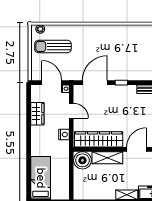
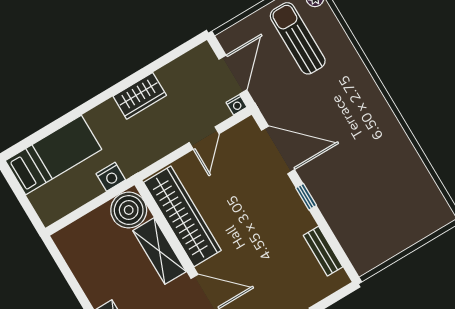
wardrobe: (37, 114) -> (140, 96), moved
nightstand: (64, 134) -> (111, 177), moved

